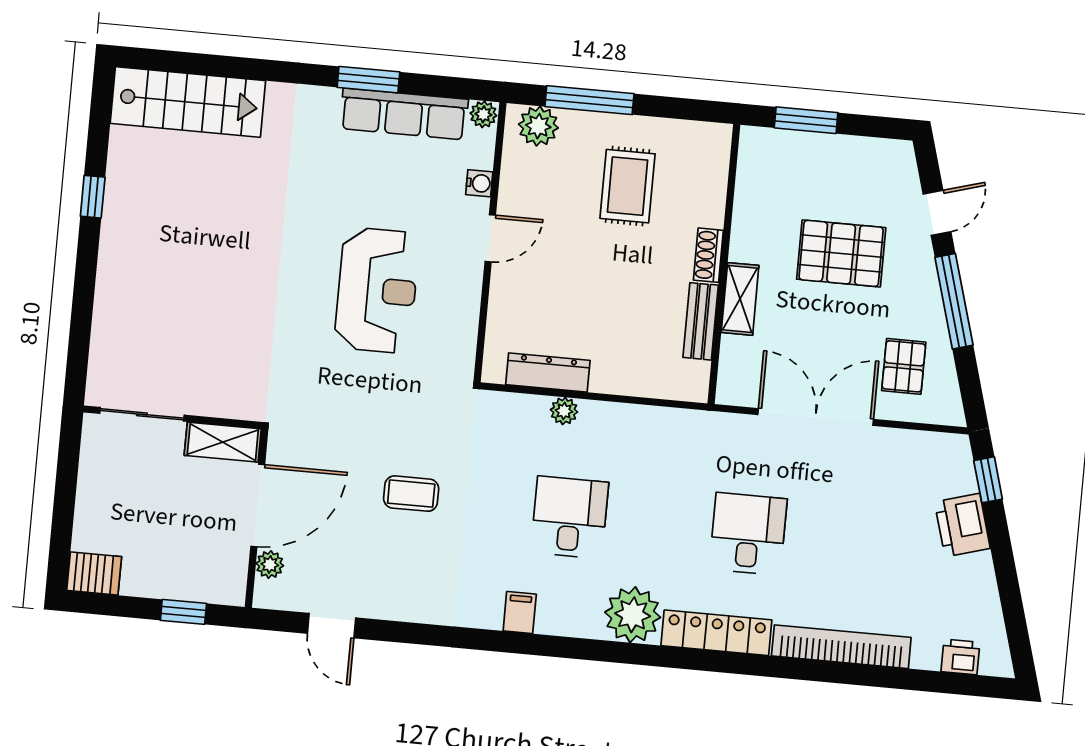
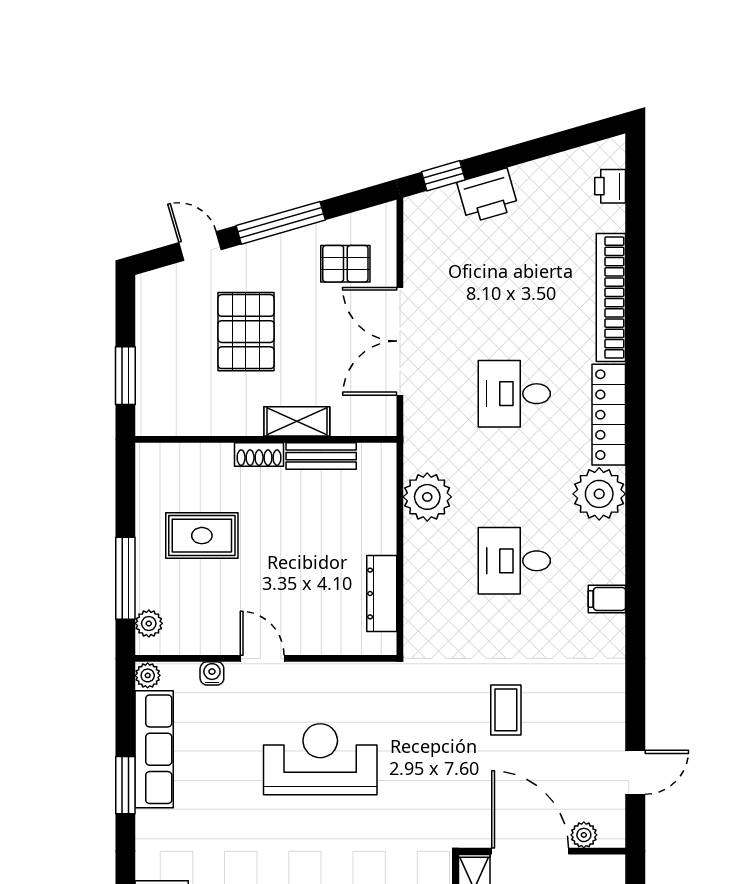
plant: (538, 126) -> (149, 623), width x0.73, depth x0.73
plant: (564, 411) -> (427, 497), moved, width x1.88, depth x1.88

